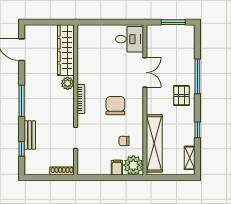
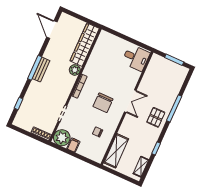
double door: (145, 72) -> (130, 101), moved
chair: (115, 106) -> (103, 103), turned 180
bench: (30, 135) -> (41, 70), moved
shelving: (154, 143) -> (116, 151), width x0.68
plant: (133, 165) -> (62, 138), moved
filing cabinet: (117, 168) -> (73, 145), moved

